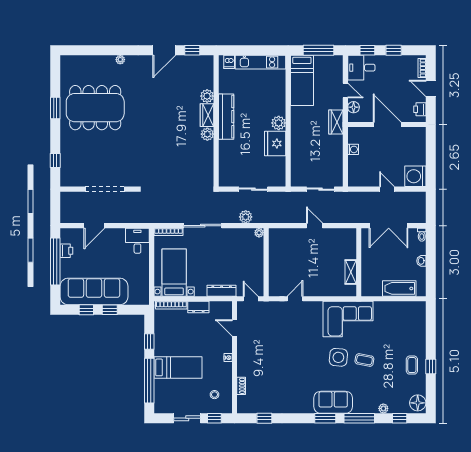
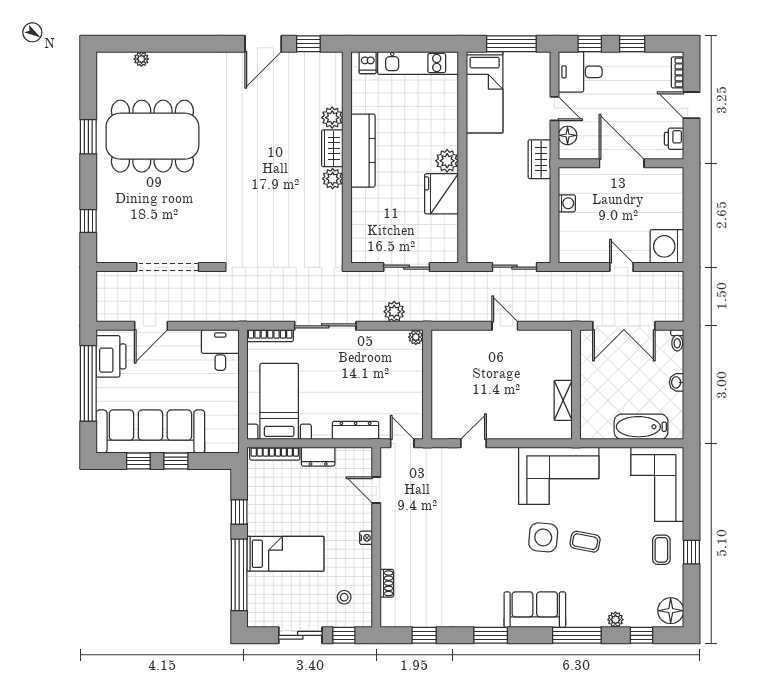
plant: (120, 60) -> (141, 59), moved
printer: (66, 251) -> (111, 356), width x1.87, depth x1.48
corner sofa: (409, 324) -> (657, 484), added
window: (325, 418) -> (491, 635), moved

